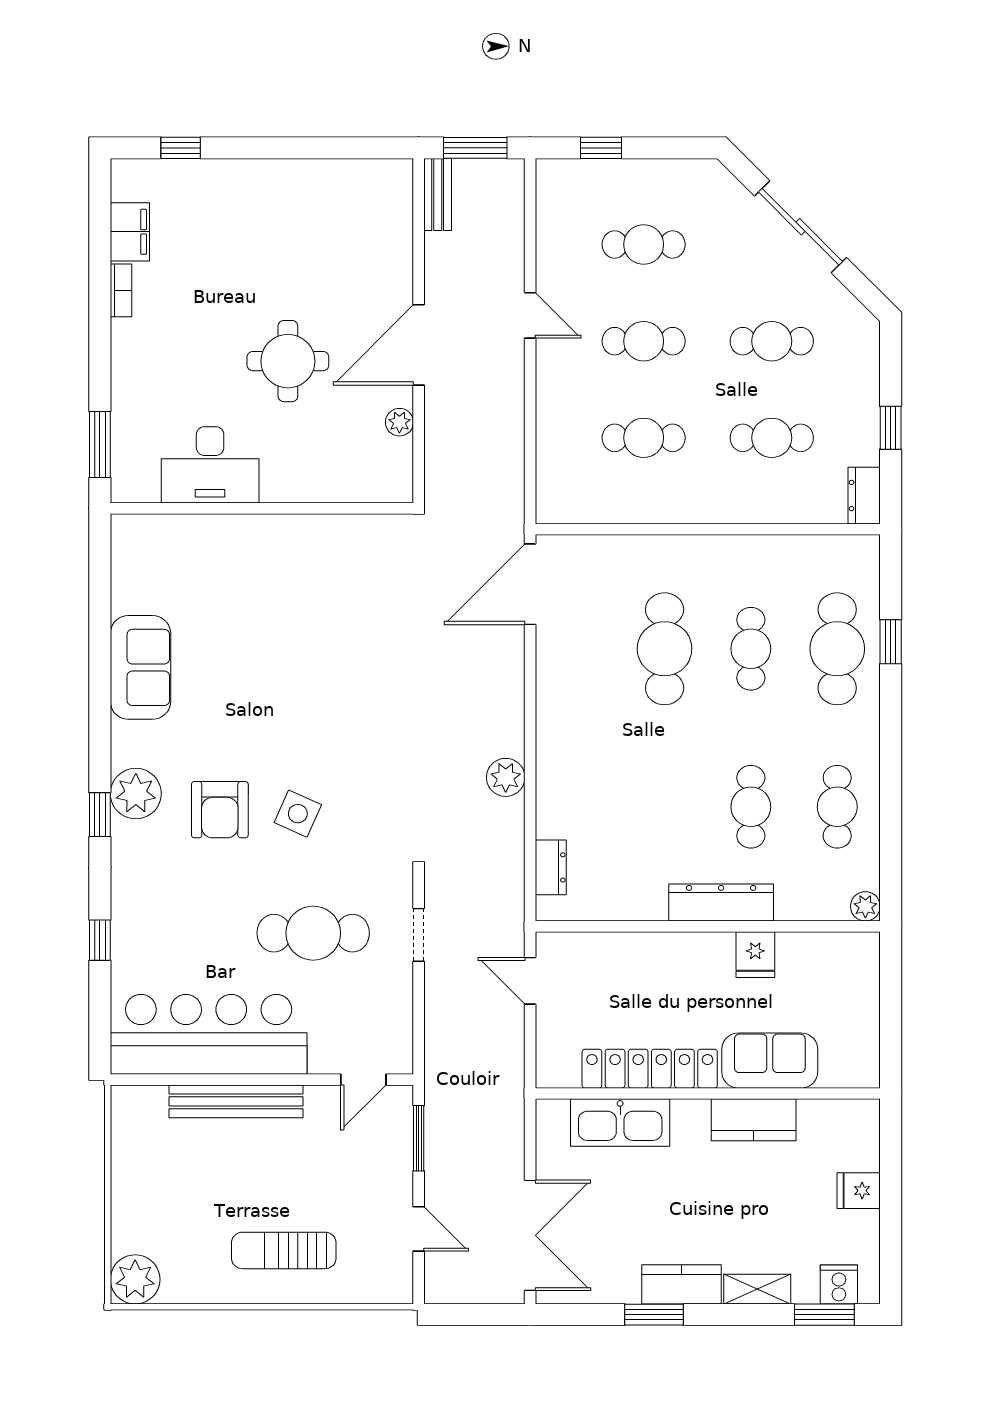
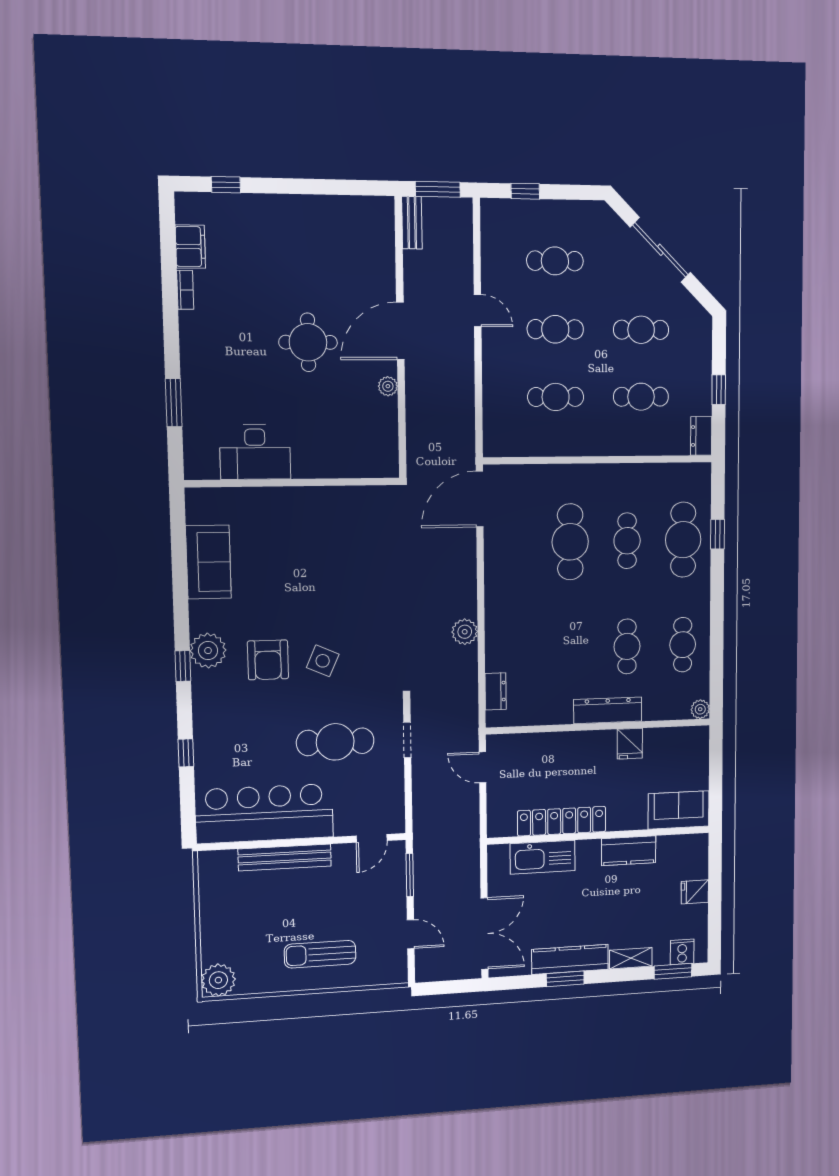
desk: (210, 465) -> (255, 452), moved
wall: (262, 508) -> (293, 483), moved
sofa: (770, 1061) -> (679, 810), moved
kitchen counter: (681, 1284) -> (570, 959), width x1.50

